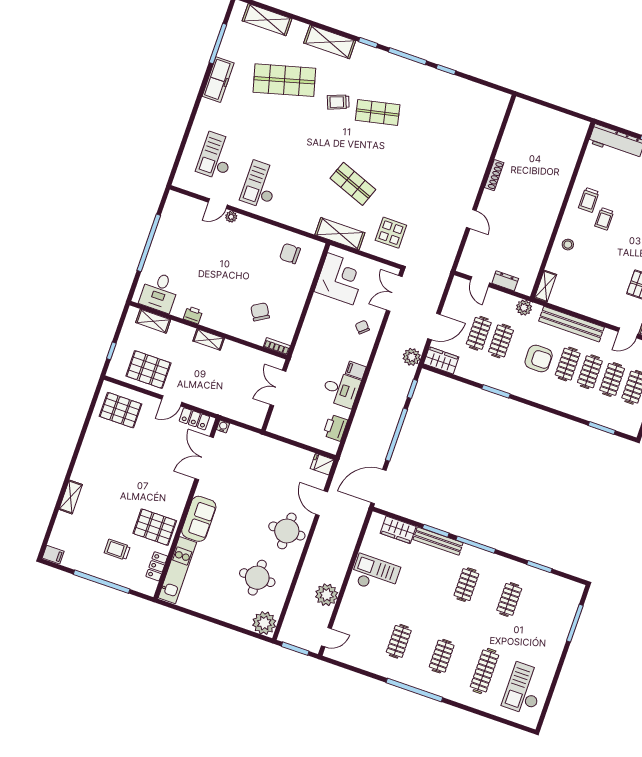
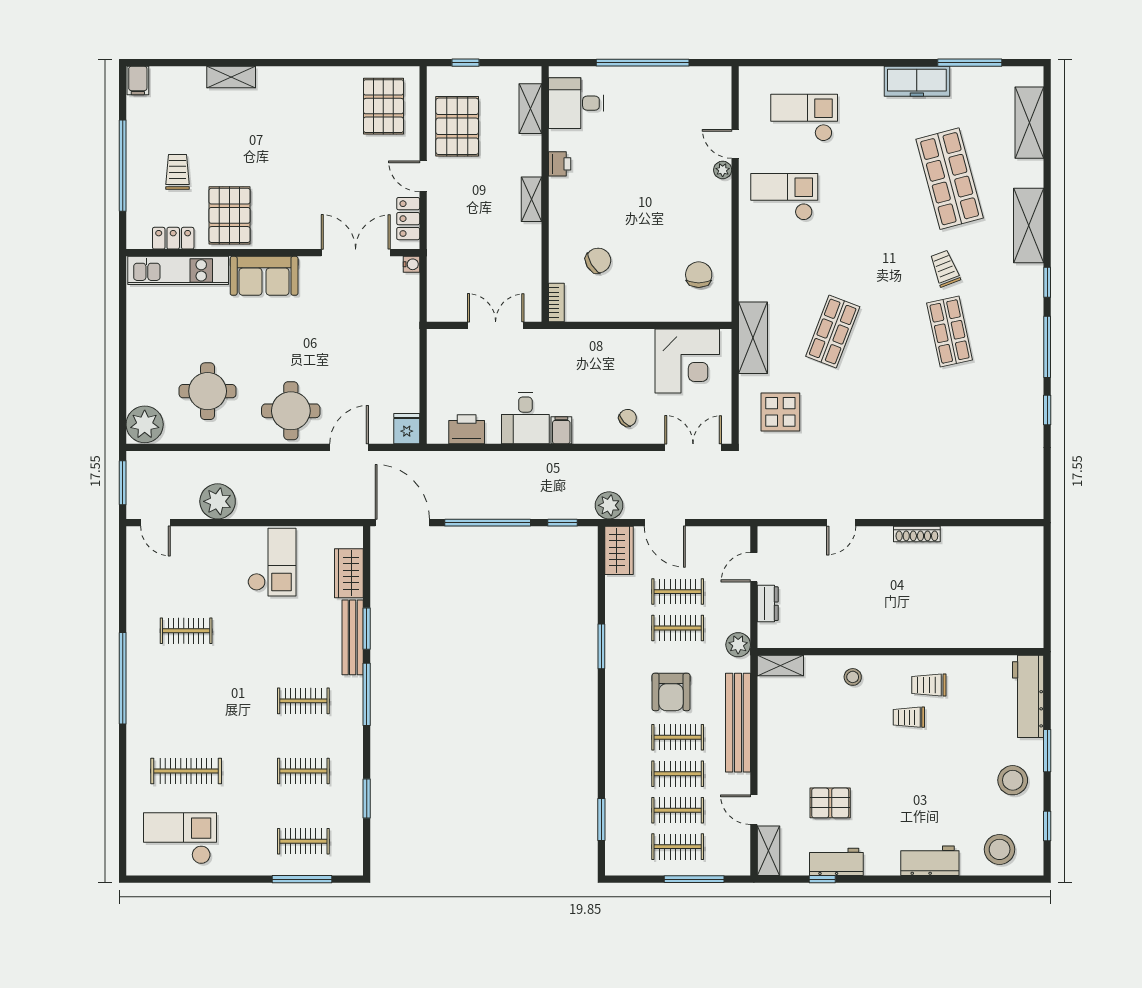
clothes rail: (442, 656) -> (303, 841), moved

